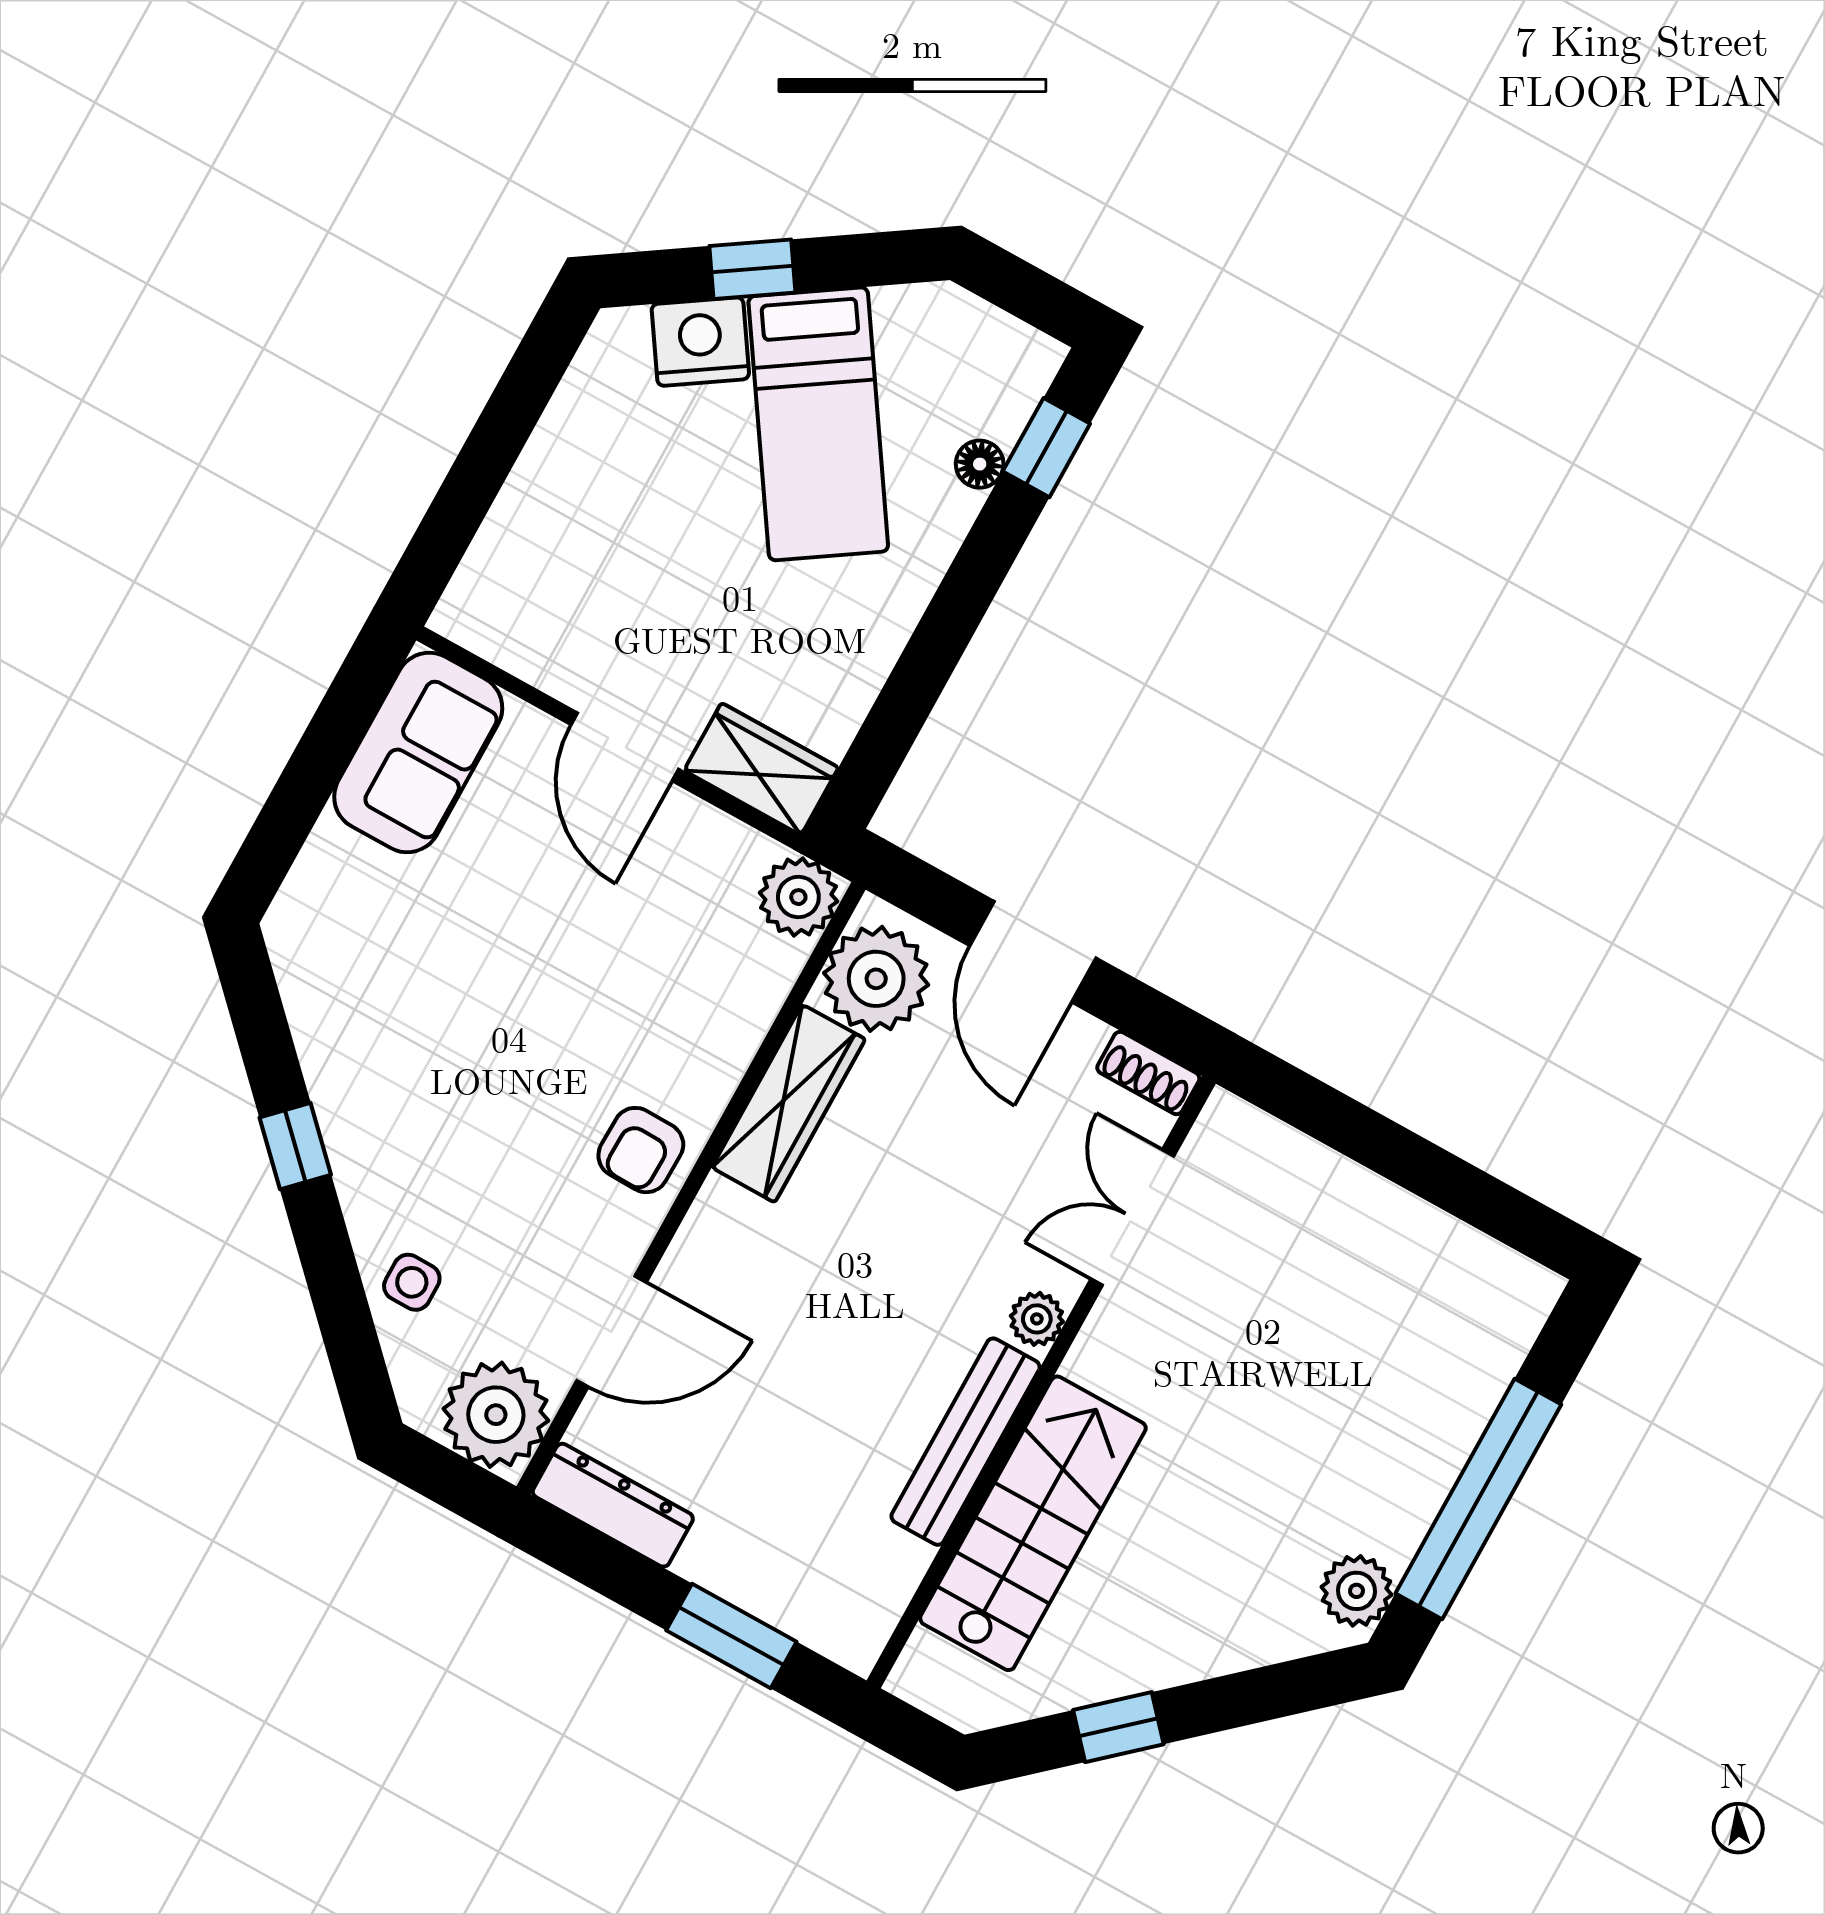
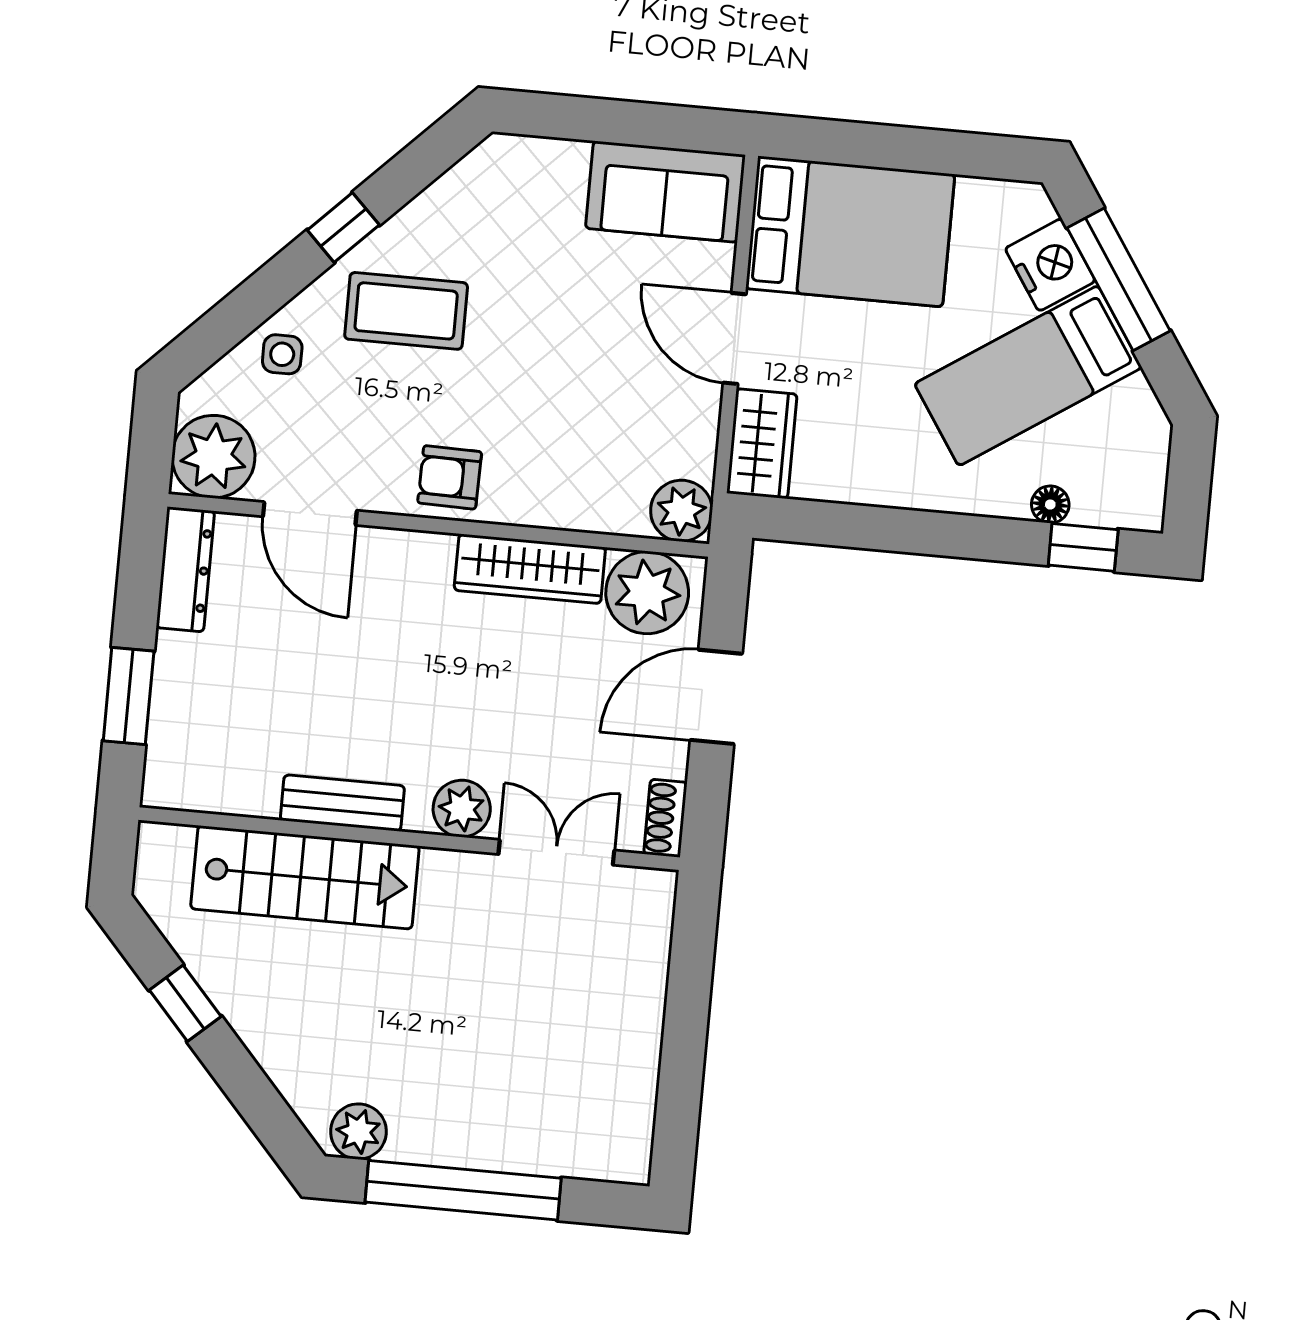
window: (752, 269) -> (1119, 279), width x2.17
bed: (559, 558) -> (850, 231), added
door: (625, 747) -> (735, 338), hinge flipped
coffee table: (425, 1116) -> (406, 311), added
plant: (1037, 1319) -> (462, 809), width x1.38, depth x1.38
bench: (965, 1442) -> (342, 803), width x0.73

